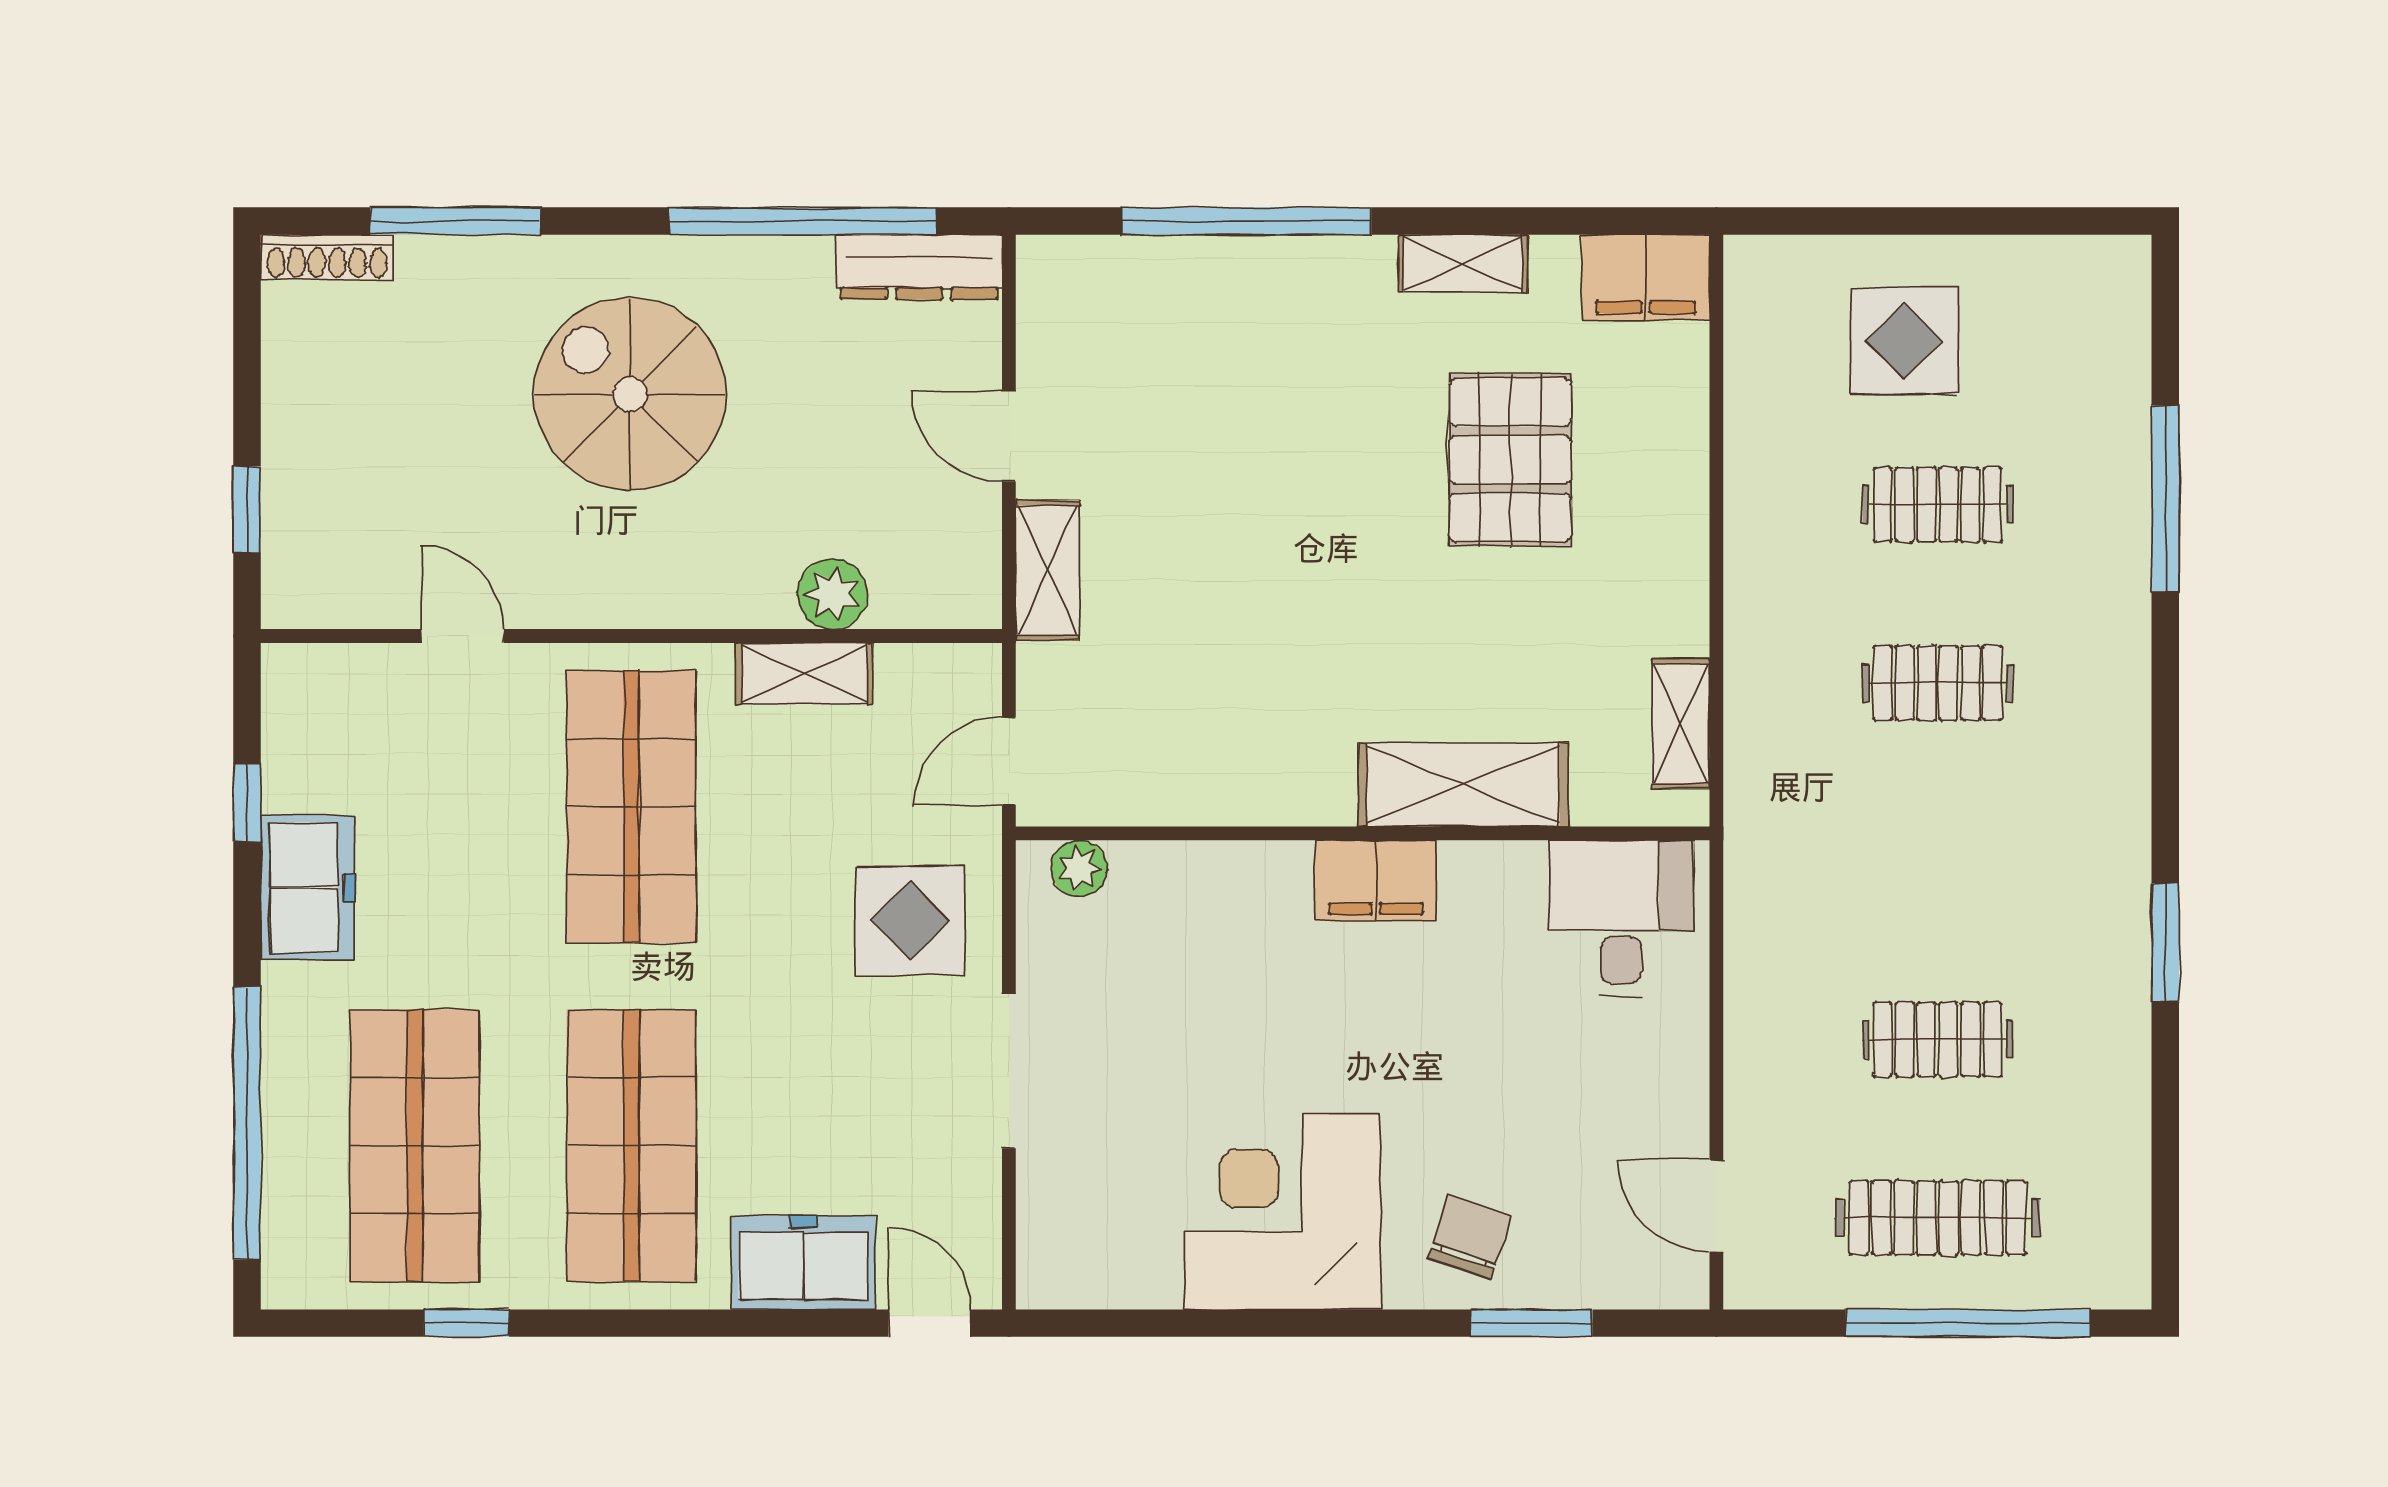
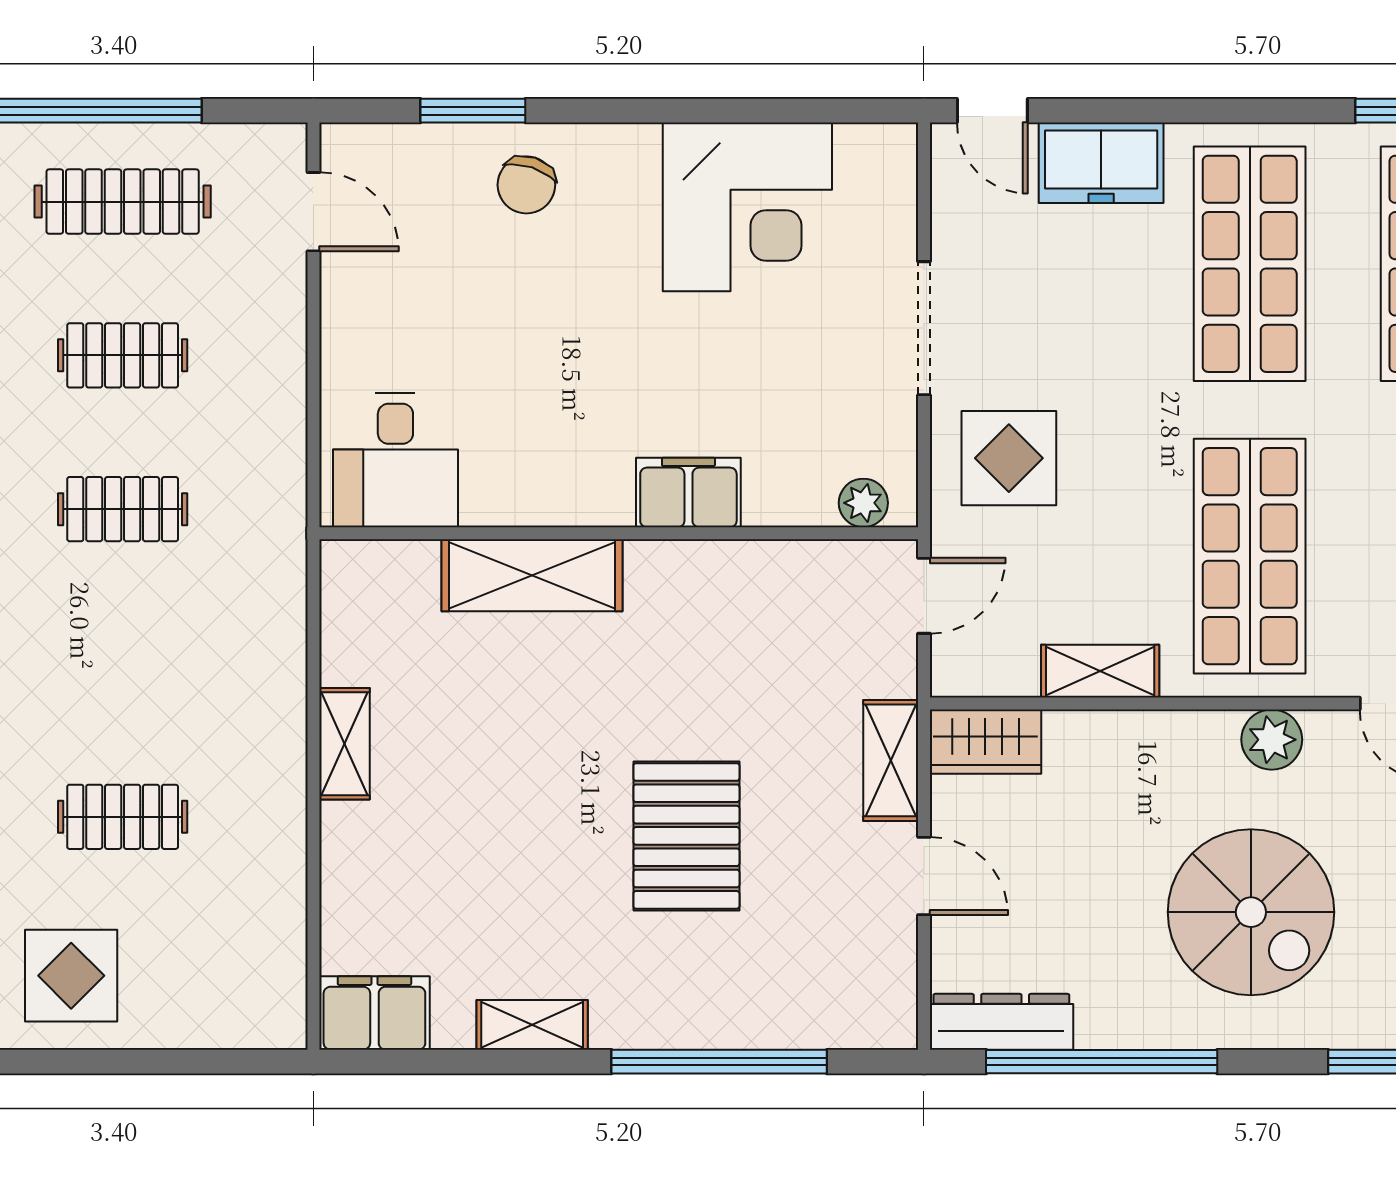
display table: (1904, 341) -> (71, 976), moved
pallet: (1510, 460) -> (686, 836), moved
wardrobe: (938, 592) -> (985, 742), added
plant: (833, 594) -> (1272, 740), moved
clothes rail: (1937, 683) -> (123, 509), moved
shelving: (1680, 724) -> (344, 744), moved
filing cabinet: (1376, 880) -> (688, 493), moved
corner desk: (1282, 1212) -> (747, 207), moved

